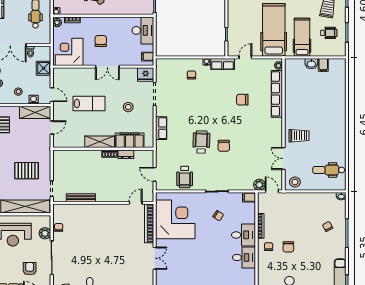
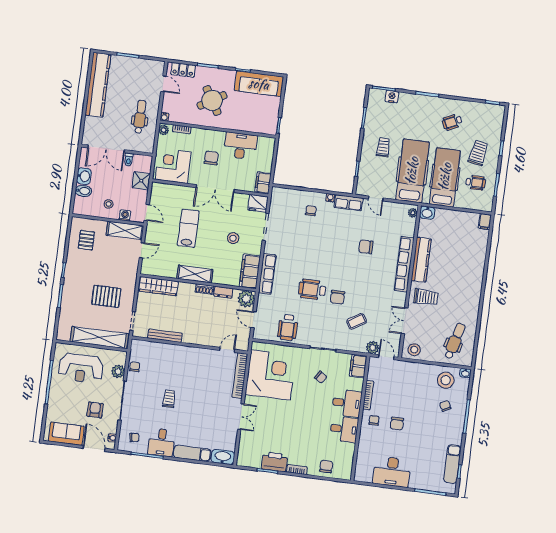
trolley: (246, 13) -> (383, 147), added
desk: (143, 30) -> (240, 146), moved, turned -90
hospital bed: (302, 37) -> (445, 177), width x1.37, depth x1.29
filing cabinet: (148, 57) -> (263, 183), width x2.00
door: (245, 57) -> (376, 198), swing flipped
washbasin: (311, 64) -> (427, 213), moved
filing cabinet: (323, 65) -> (485, 221), moved
double door: (107, 67) -> (215, 189), width x1.37
row of seats: (277, 94) -> (404, 264), moved
lab bench: (89, 103) -> (188, 228), turned -90
kitchen counter: (291, 104) -> (421, 260), added
row of seats: (161, 128) -> (267, 274), width x1.48
filing cabinet: (130, 140) -> (250, 271), moved, turned -90
wheelchair: (201, 142) -> (312, 290), turned -92
wardrobe: (70, 156) -> (158, 286), added
plant: (146, 157) -> (246, 299), added
coffee table: (243, 164) -> (357, 321), added
dental chair: (329, 170) -> (455, 341), turned 105
filing cabinet: (249, 197) -> (358, 366), width x2.00
stool: (325, 205) -> (446, 380), added
trolley: (91, 251) -> (169, 399), added

